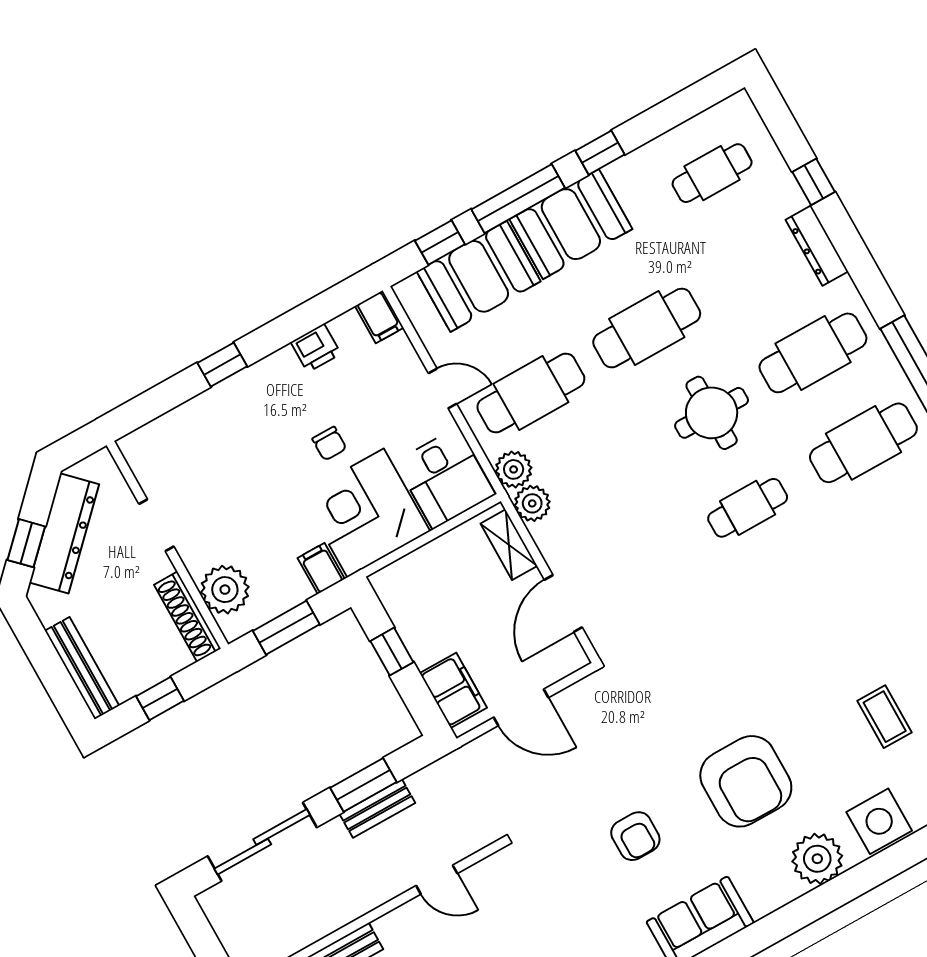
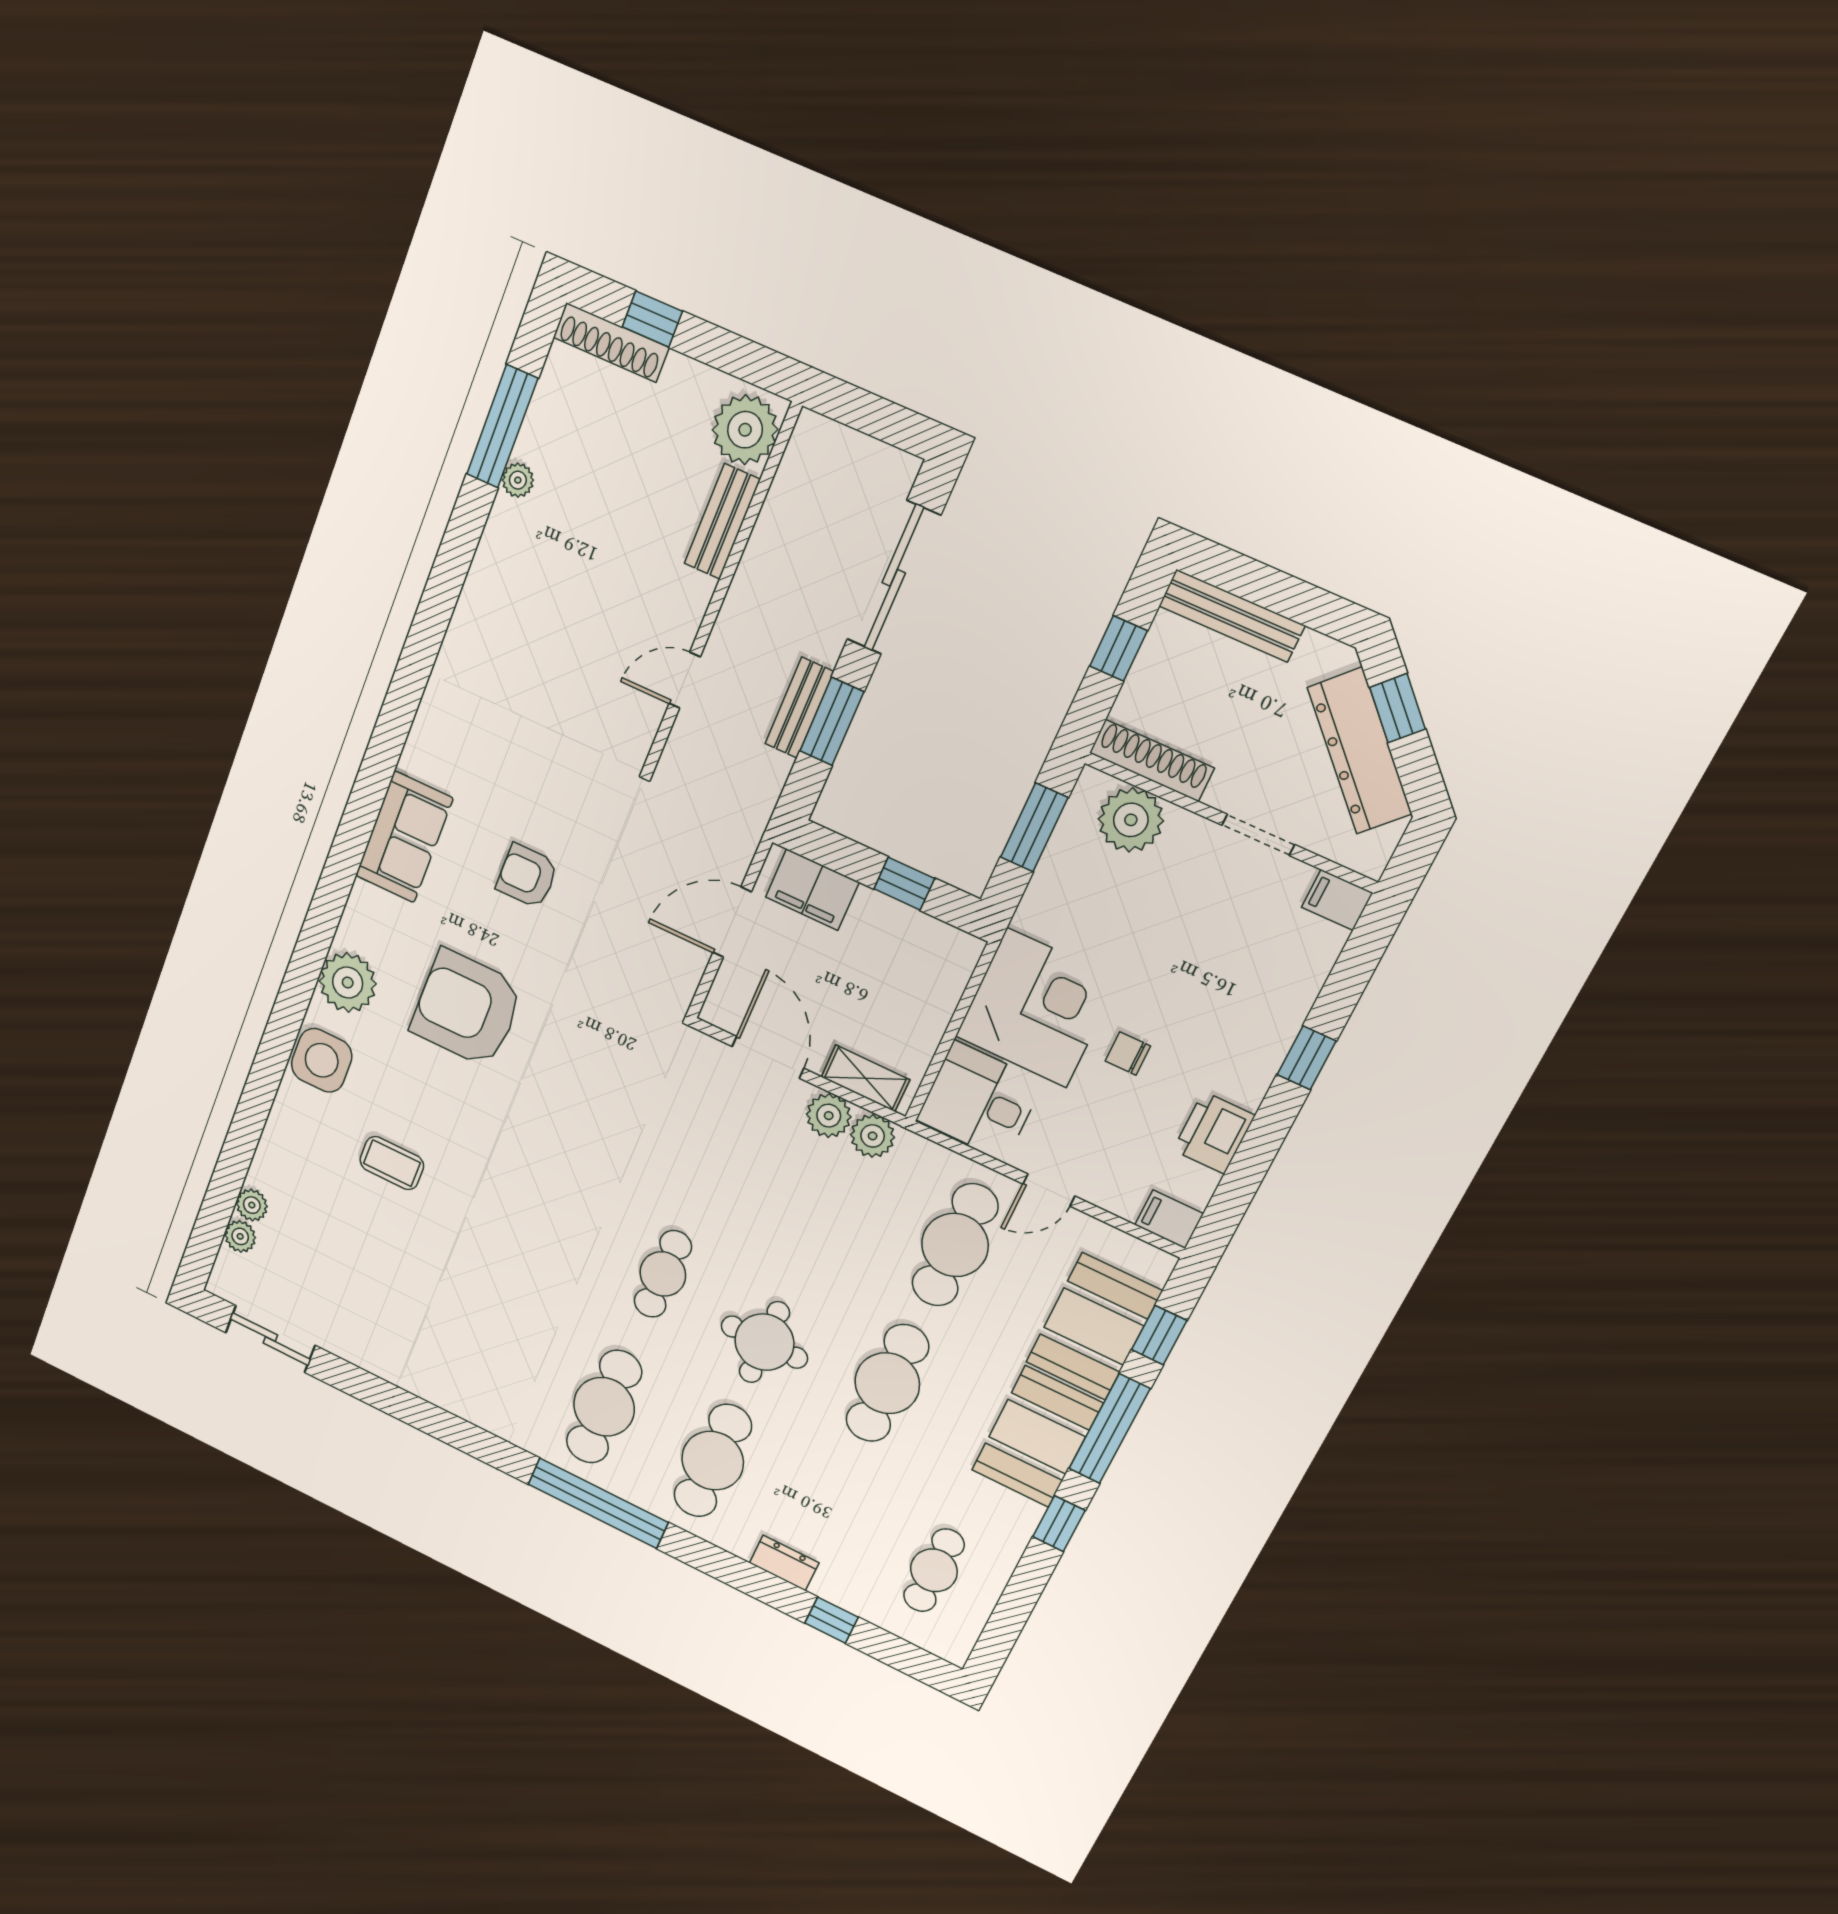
dresser: (817, 246) -> (784, 1563), width x0.70
printer: (316, 348) -> (1214, 1133), width x1.36, depth x1.24
plant: (514, 469) -> (829, 1116), moved
filing cabinet: (321, 569) -> (1337, 900), moved, turned 180

